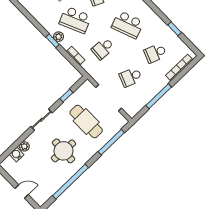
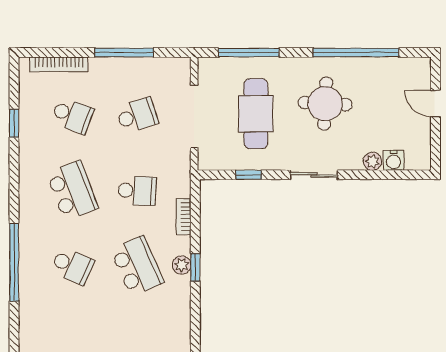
school desk: (131, 77) -> (137, 115), turned -39

